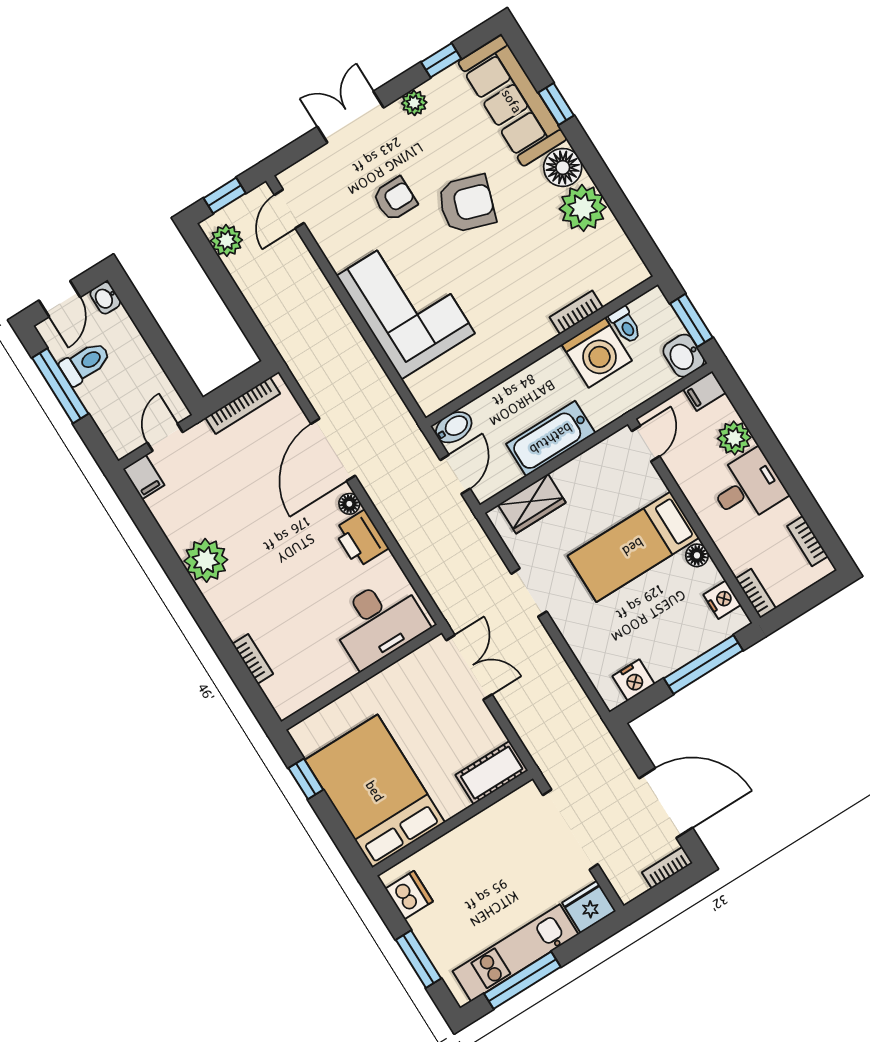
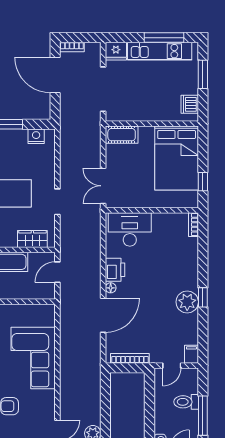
toilet: (85, 363) -> (186, 402), moved
bidet: (454, 427) -> (45, 293), removed
window: (184, 585) -> (203, 297), added
bookcase: (253, 659) -> (193, 225), moved

